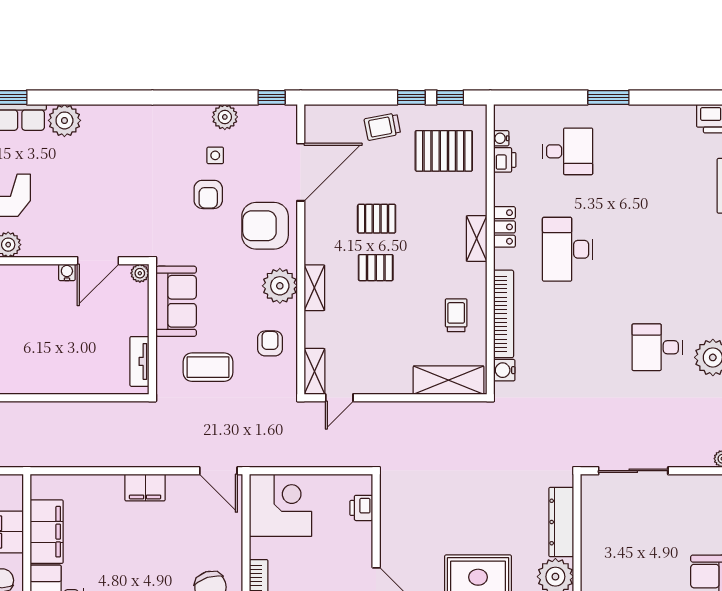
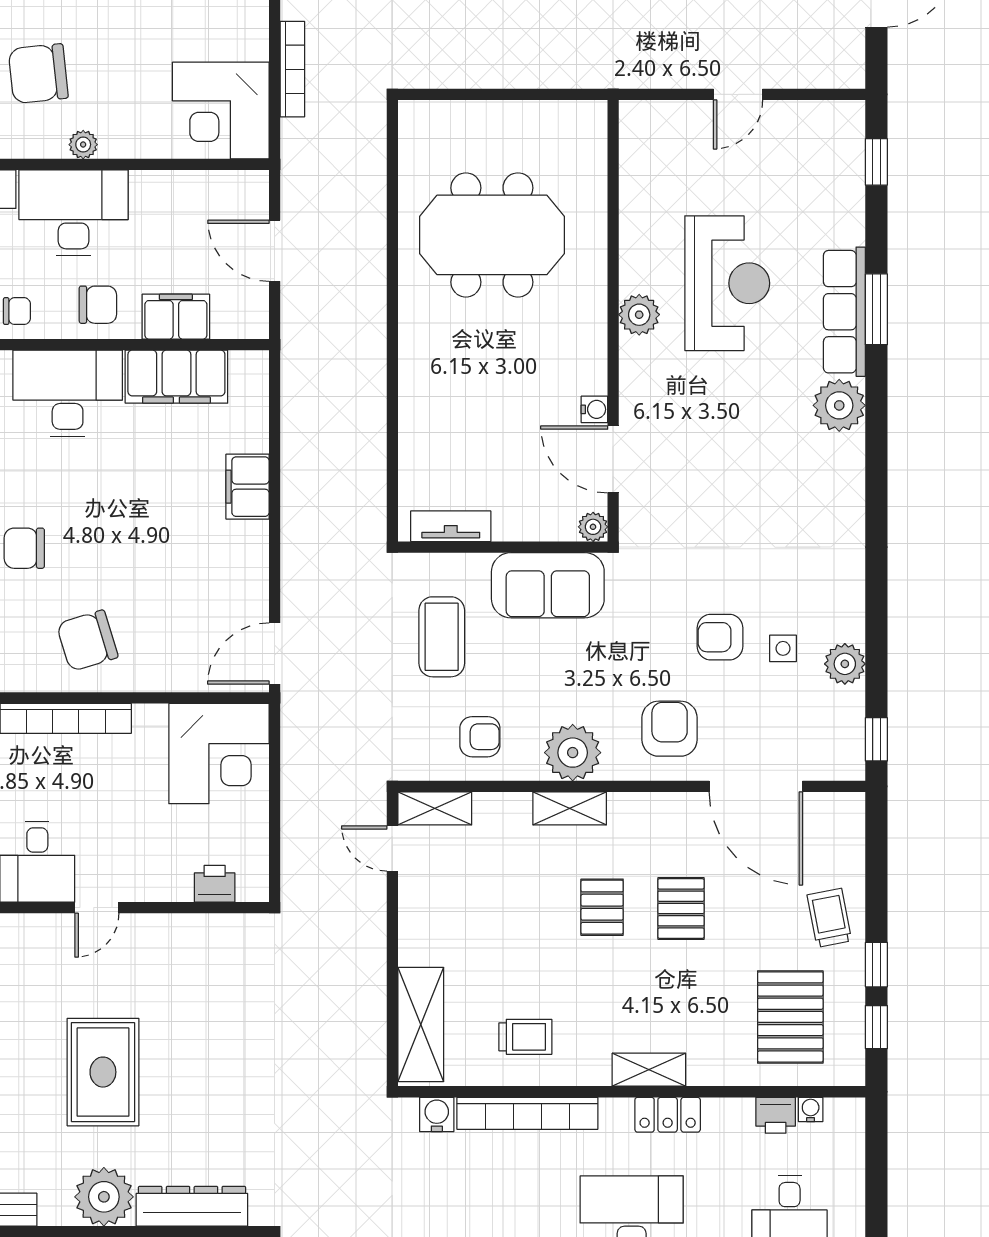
armchair: (265, 226) -> (670, 729), width x0.73, depth x0.73
filing cabinet: (145, 488) -> (247, 487), moved

